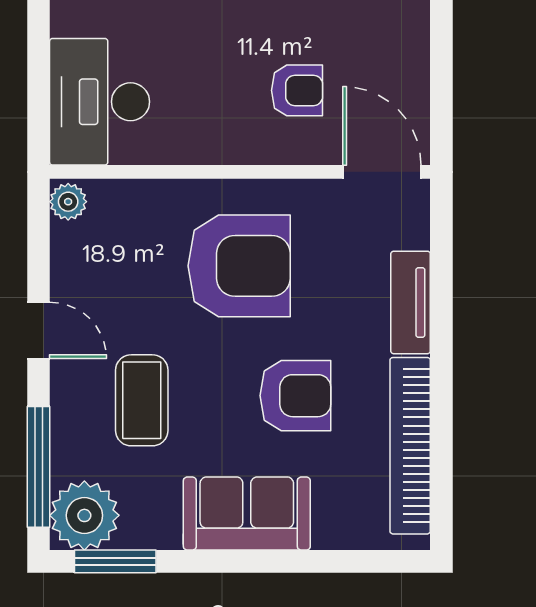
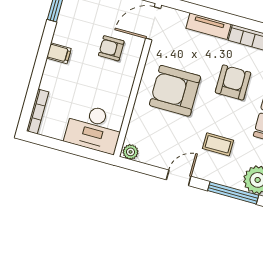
armchair: (297, 90) -> (111, 48), turned -90
armchair: (239, 266) -> (175, 91), turned -90
coffee table: (142, 400) -> (218, 144), width x0.73, depth x0.77

